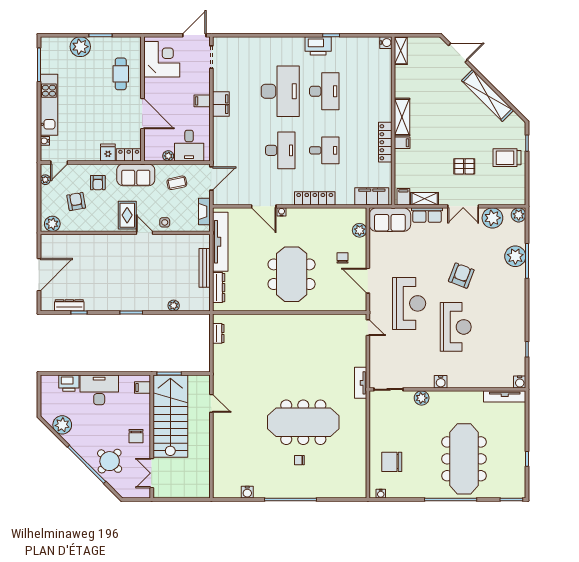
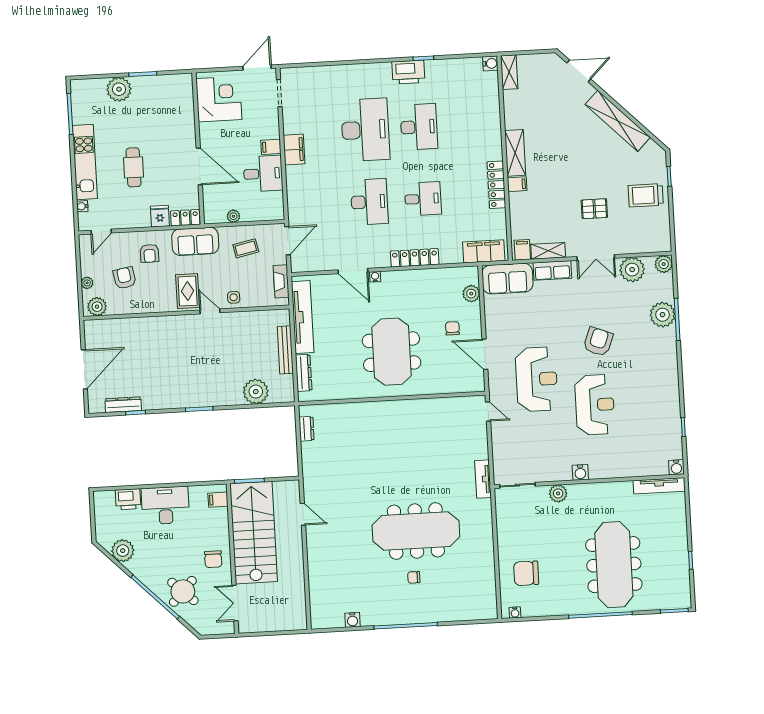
cafe table: (121, 74) -> (134, 167), moved
desk: (189, 146) -> (263, 174), moved, turned -90
plant: (45, 180) -> (87, 283), moved
plant: (174, 306) -> (256, 392), width x1.87, depth x1.87

